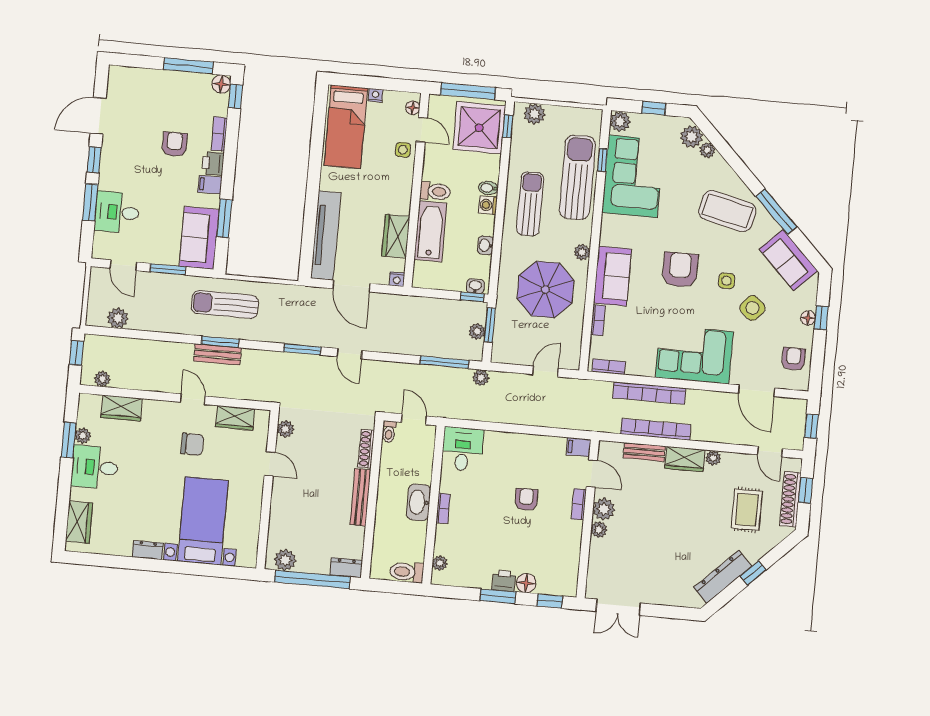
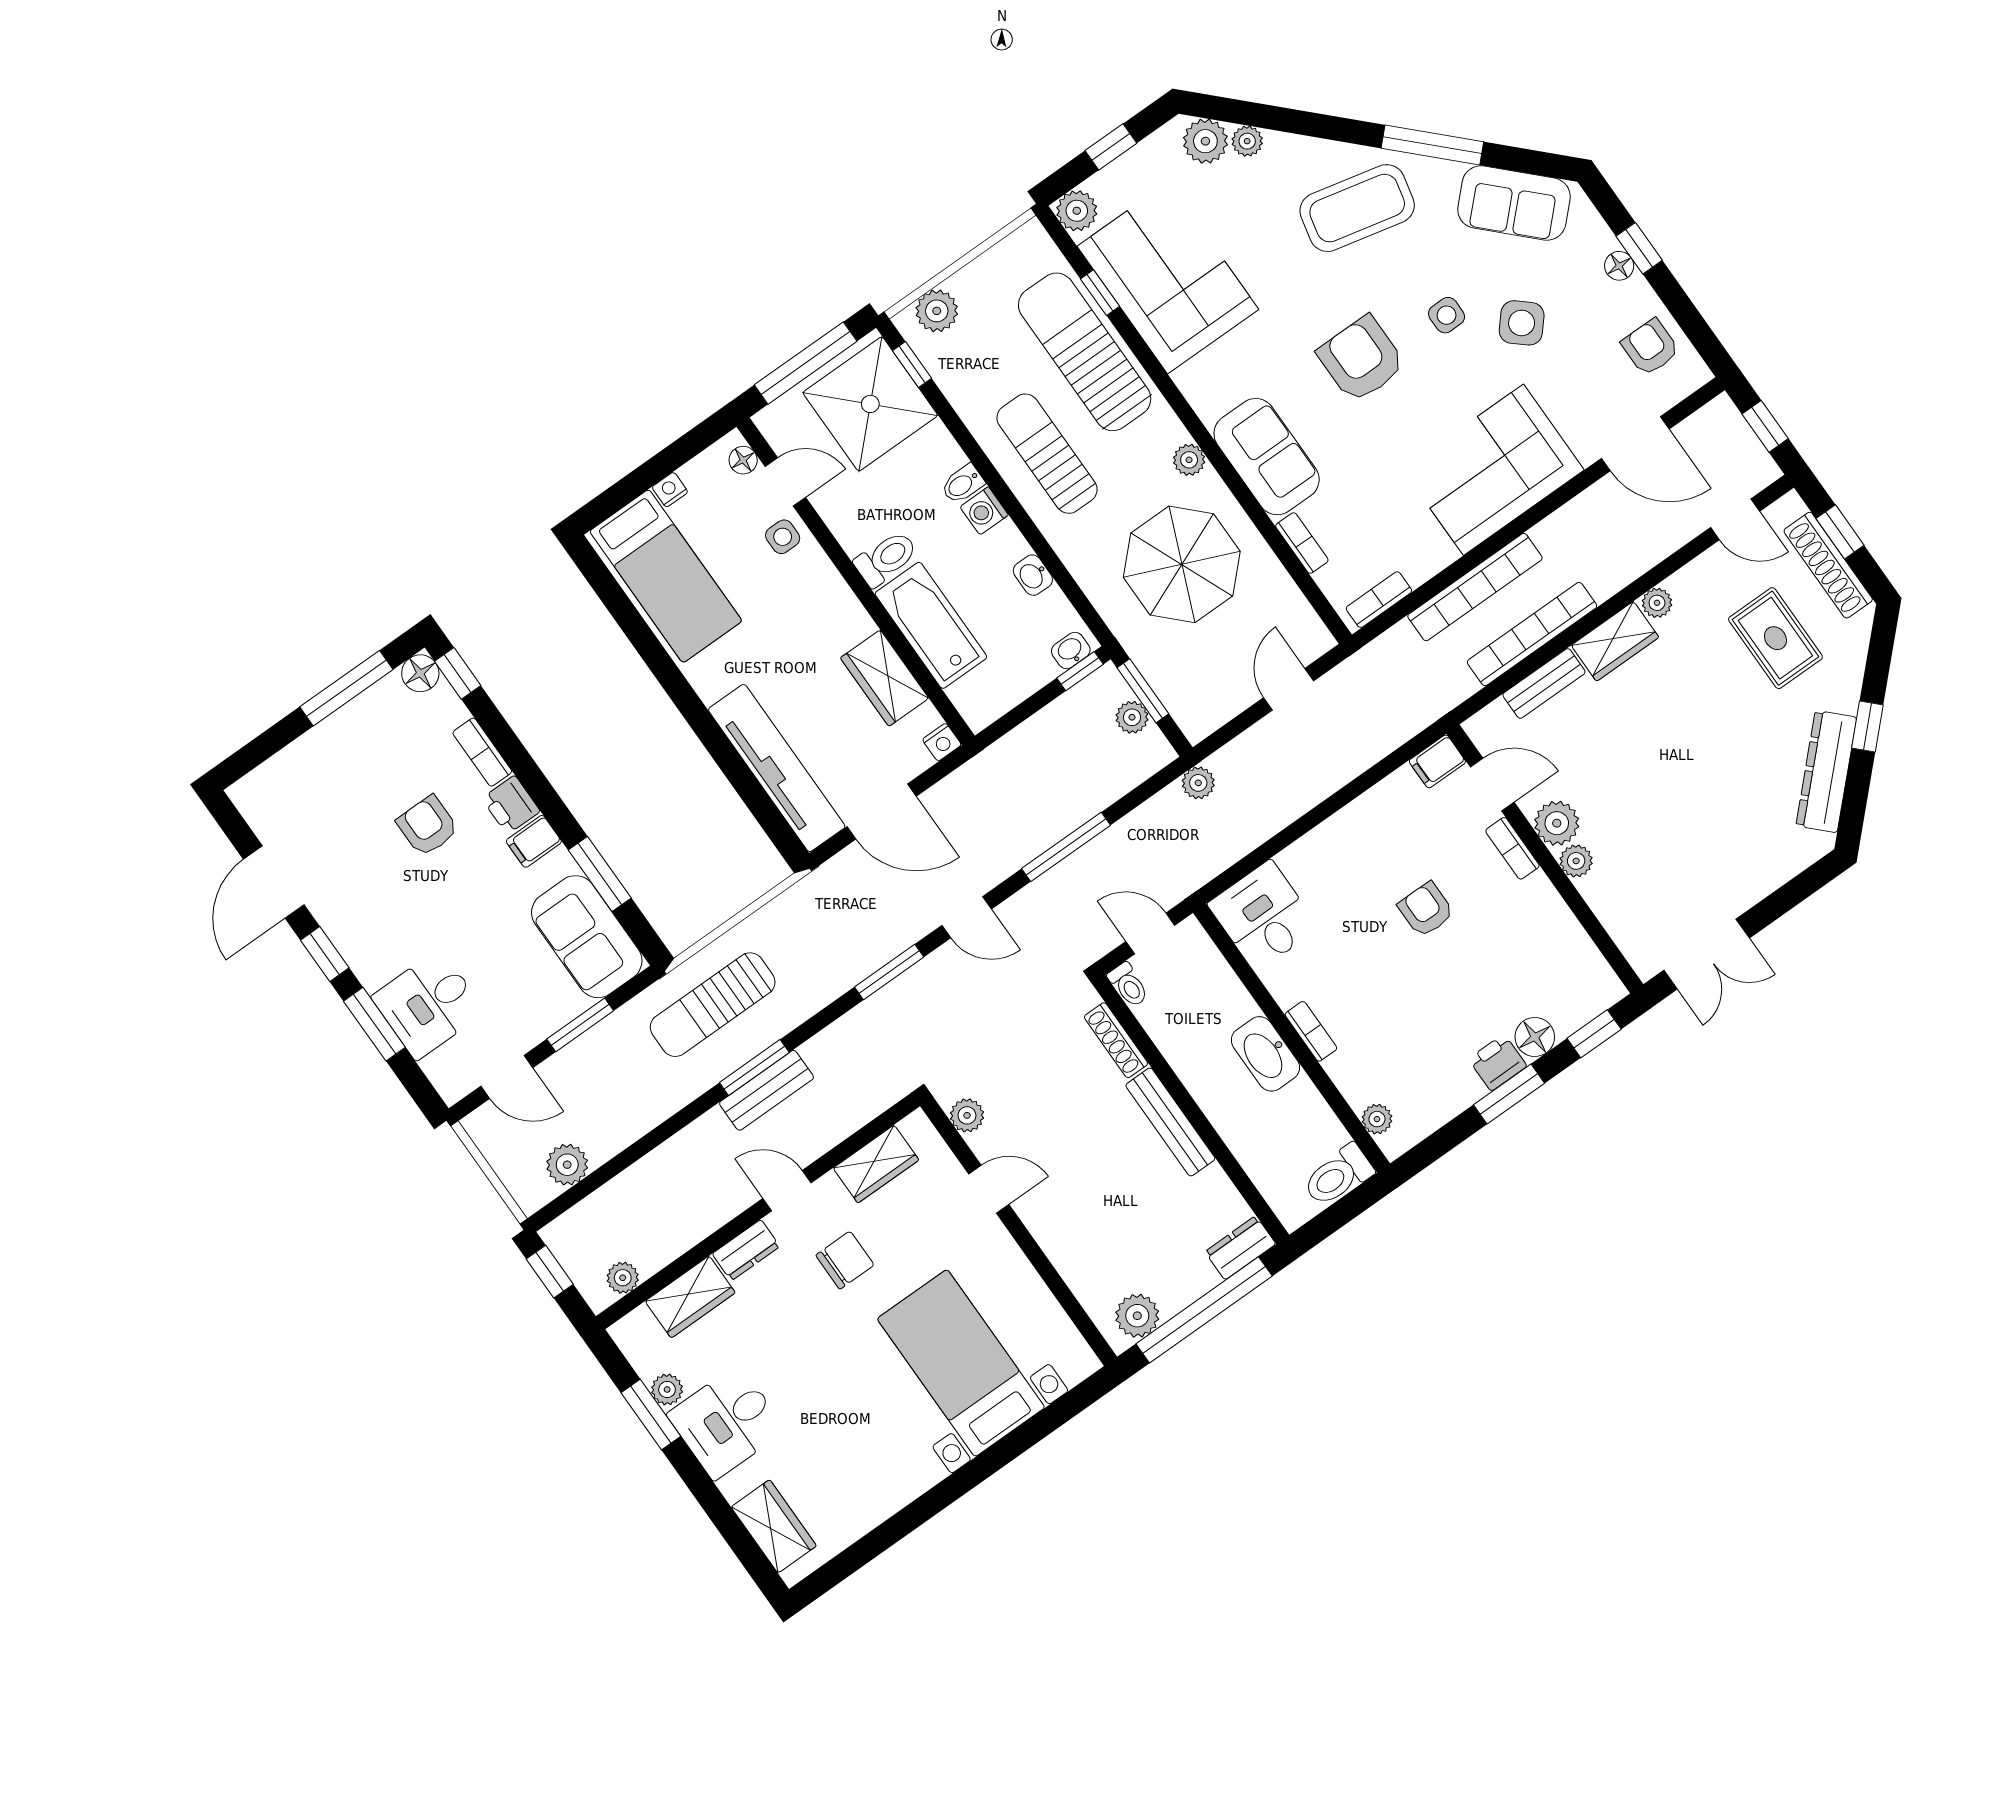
window: (444, 362) -> (1066, 847), moved
dresser: (148, 550) -> (746, 1250), moved, turned 180

